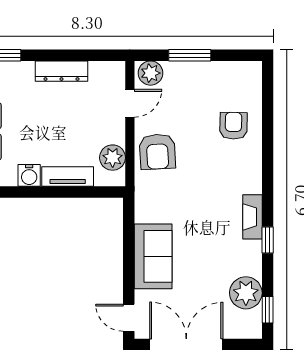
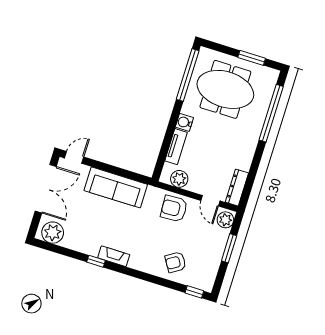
dresser: (61, 71) -> (237, 188), moved
armchair: (233, 126) -> (176, 262), turned 147
sofa: (153, 256) -> (116, 187), width x1.36
plant: (246, 293) -> (53, 233), moved
window: (268, 310) -> (194, 292), moved

